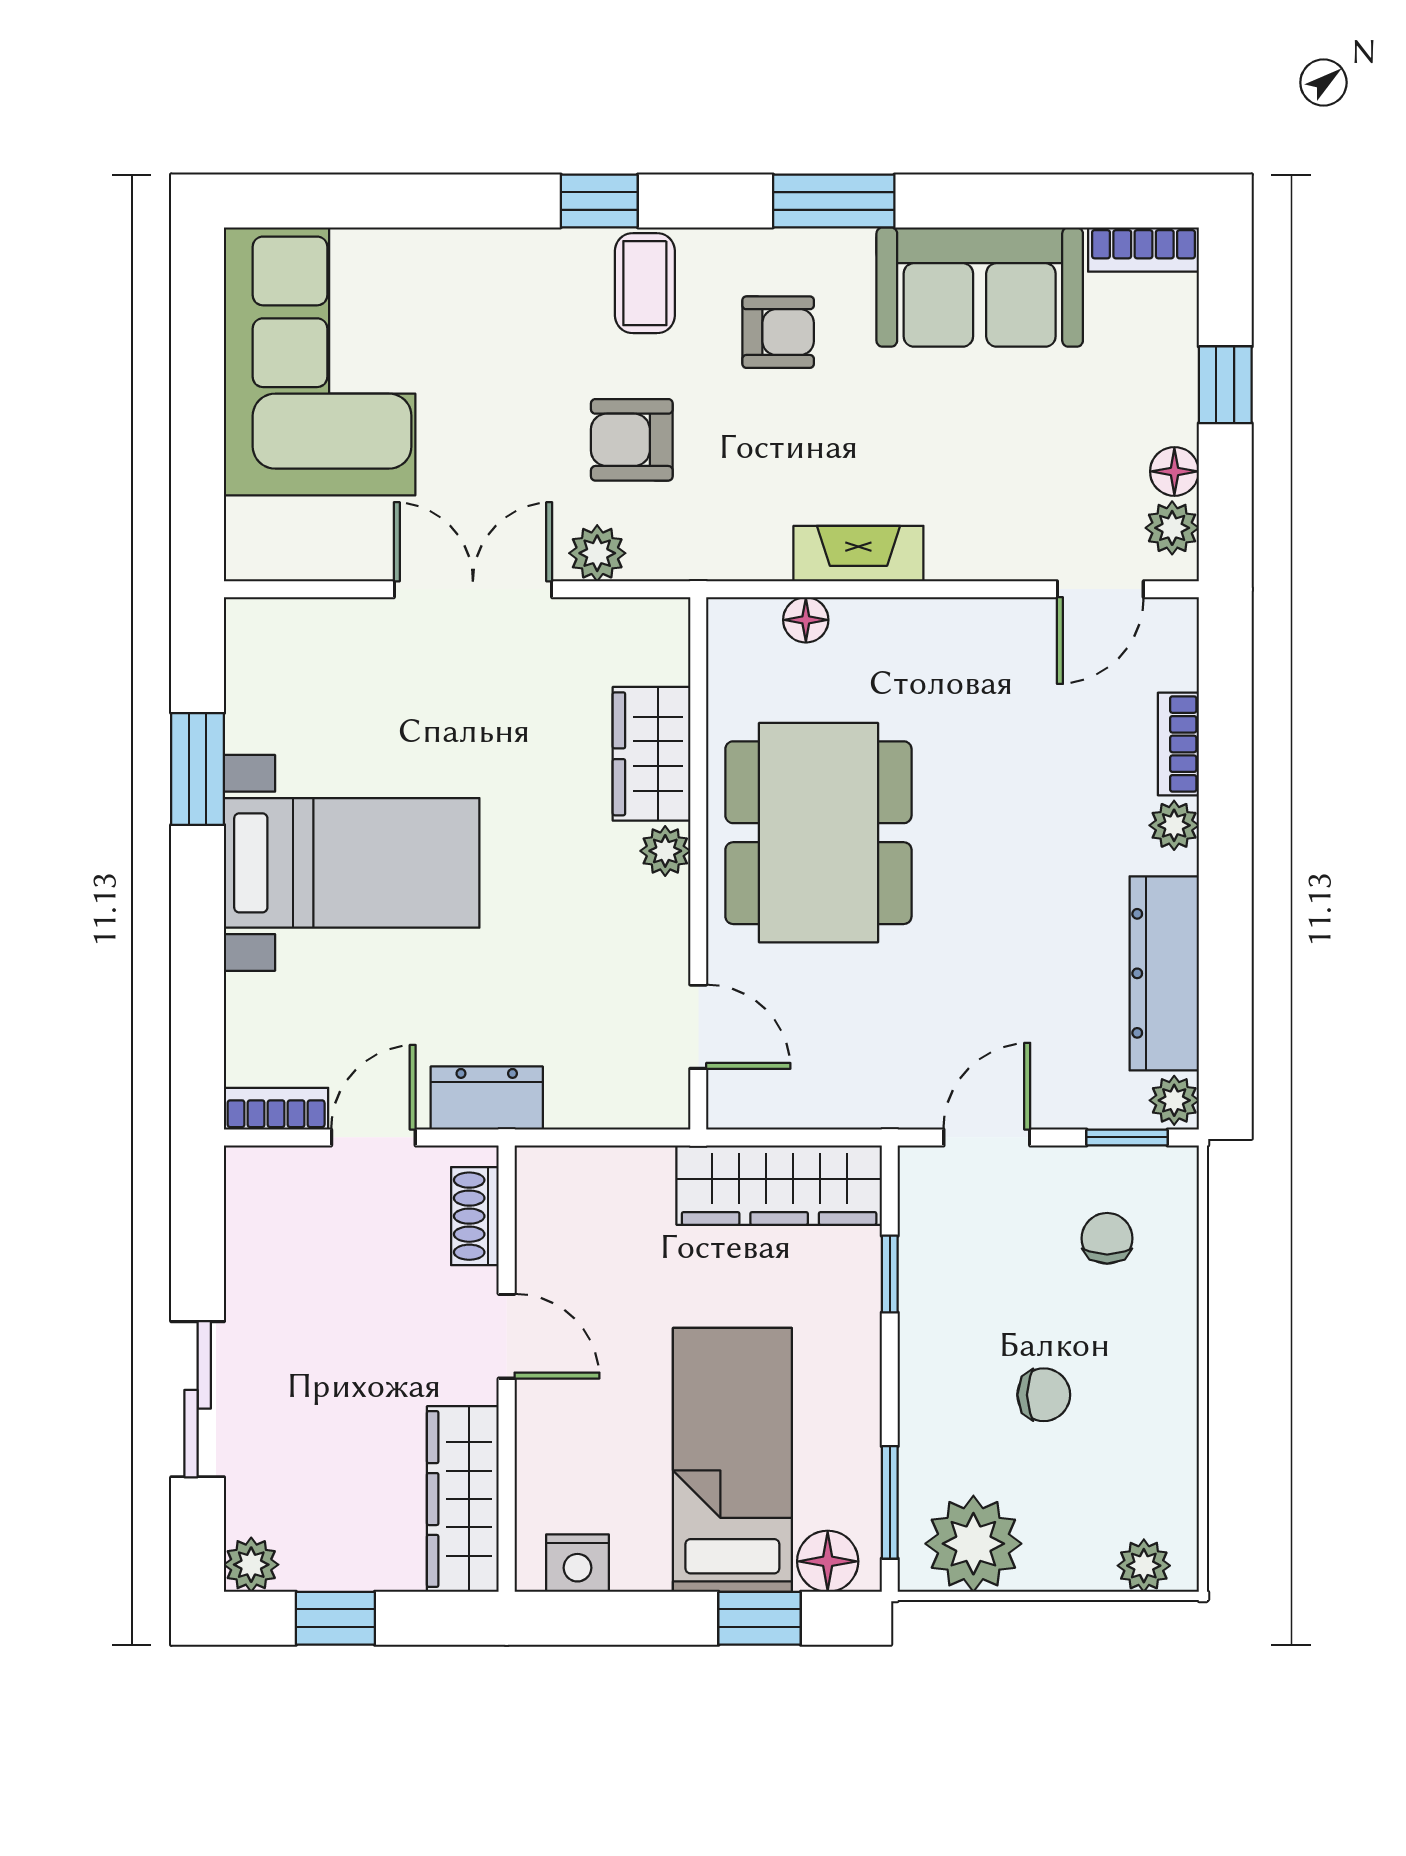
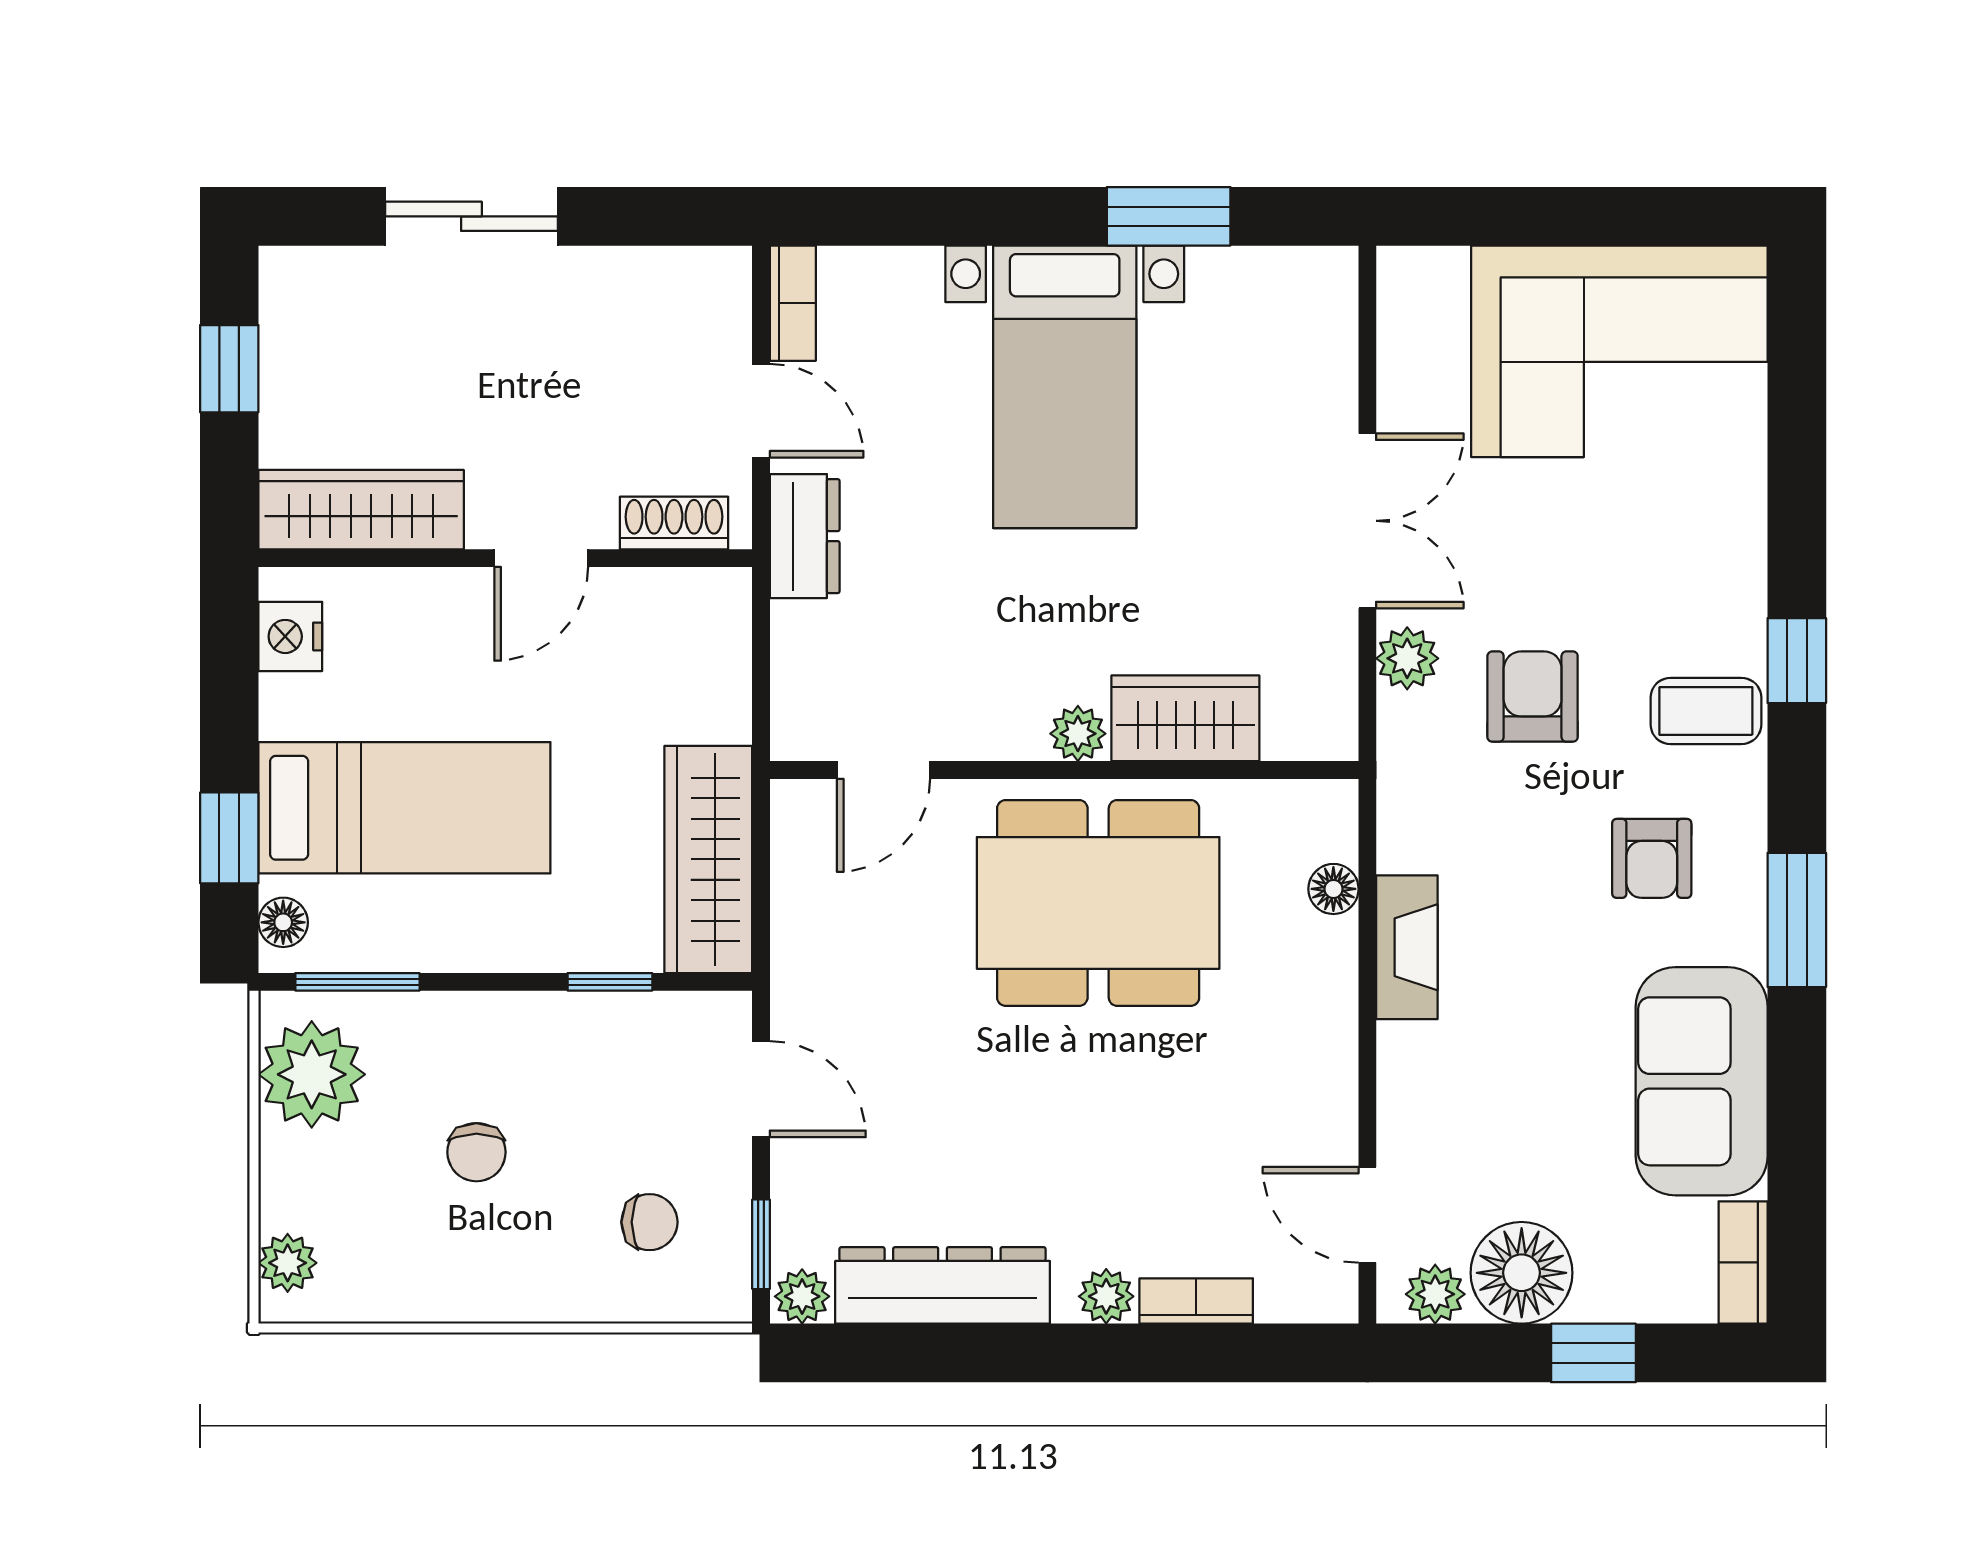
floor lamp: (1174, 471) -> (1522, 1273), width x1.89, depth x1.89
floor lamp: (828, 1561) -> (283, 922), width x0.73, depth x0.73
plant: (251, 1565) -> (289, 276), removed

